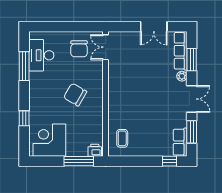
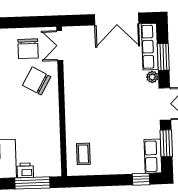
double door: (154, 27) -> (117, 19), width x1.37
chair: (75, 95) -> (37, 81), moved
printer: (95, 150) -> (25, 170), moved

